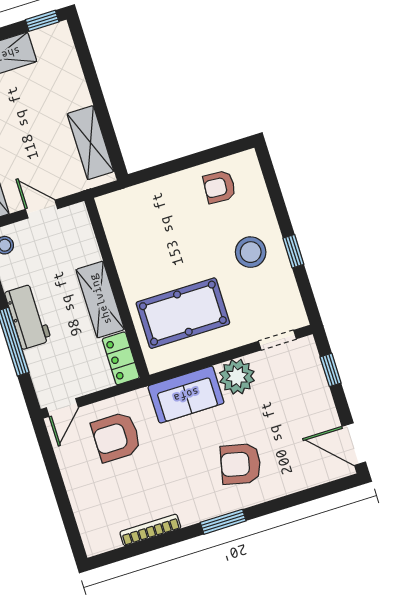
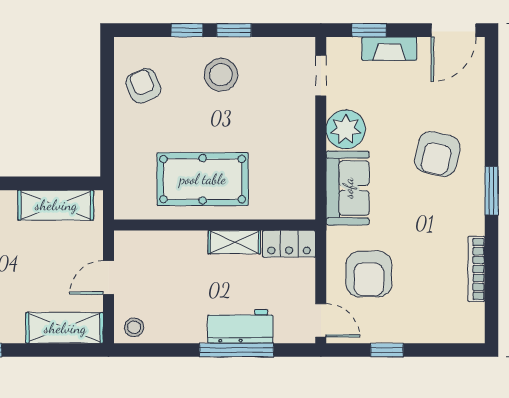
armchair: (220, 187) -> (143, 86), turned 153
window: (280, 210) -> (187, 30), added
shelving: (100, 299) -> (234, 242), width x0.67, depth x0.75
pool table: (183, 313) -> (203, 179), moved, turned 90
workbench: (28, 317) -> (240, 326), moved
fireplace: (320, 393) -> (389, 49), added
window: (54, 474) -> (387, 350), added

